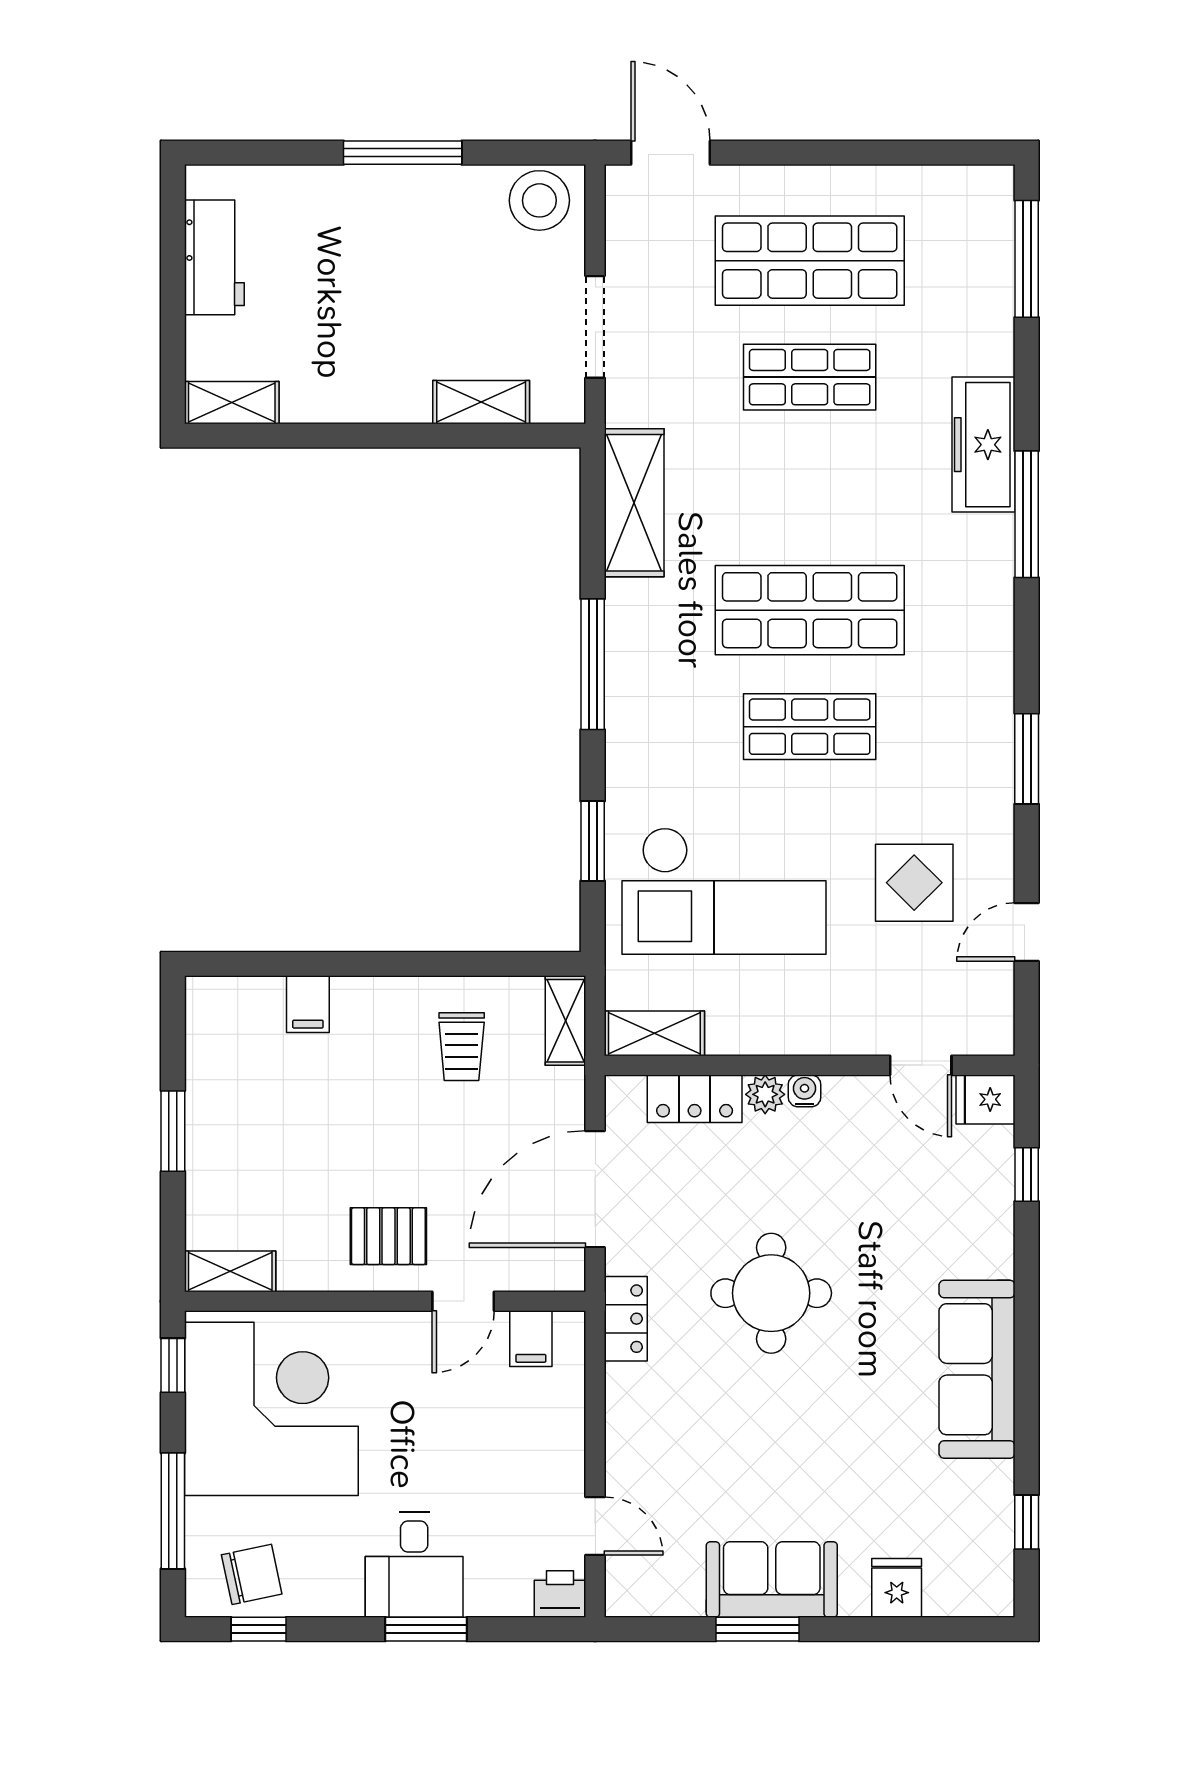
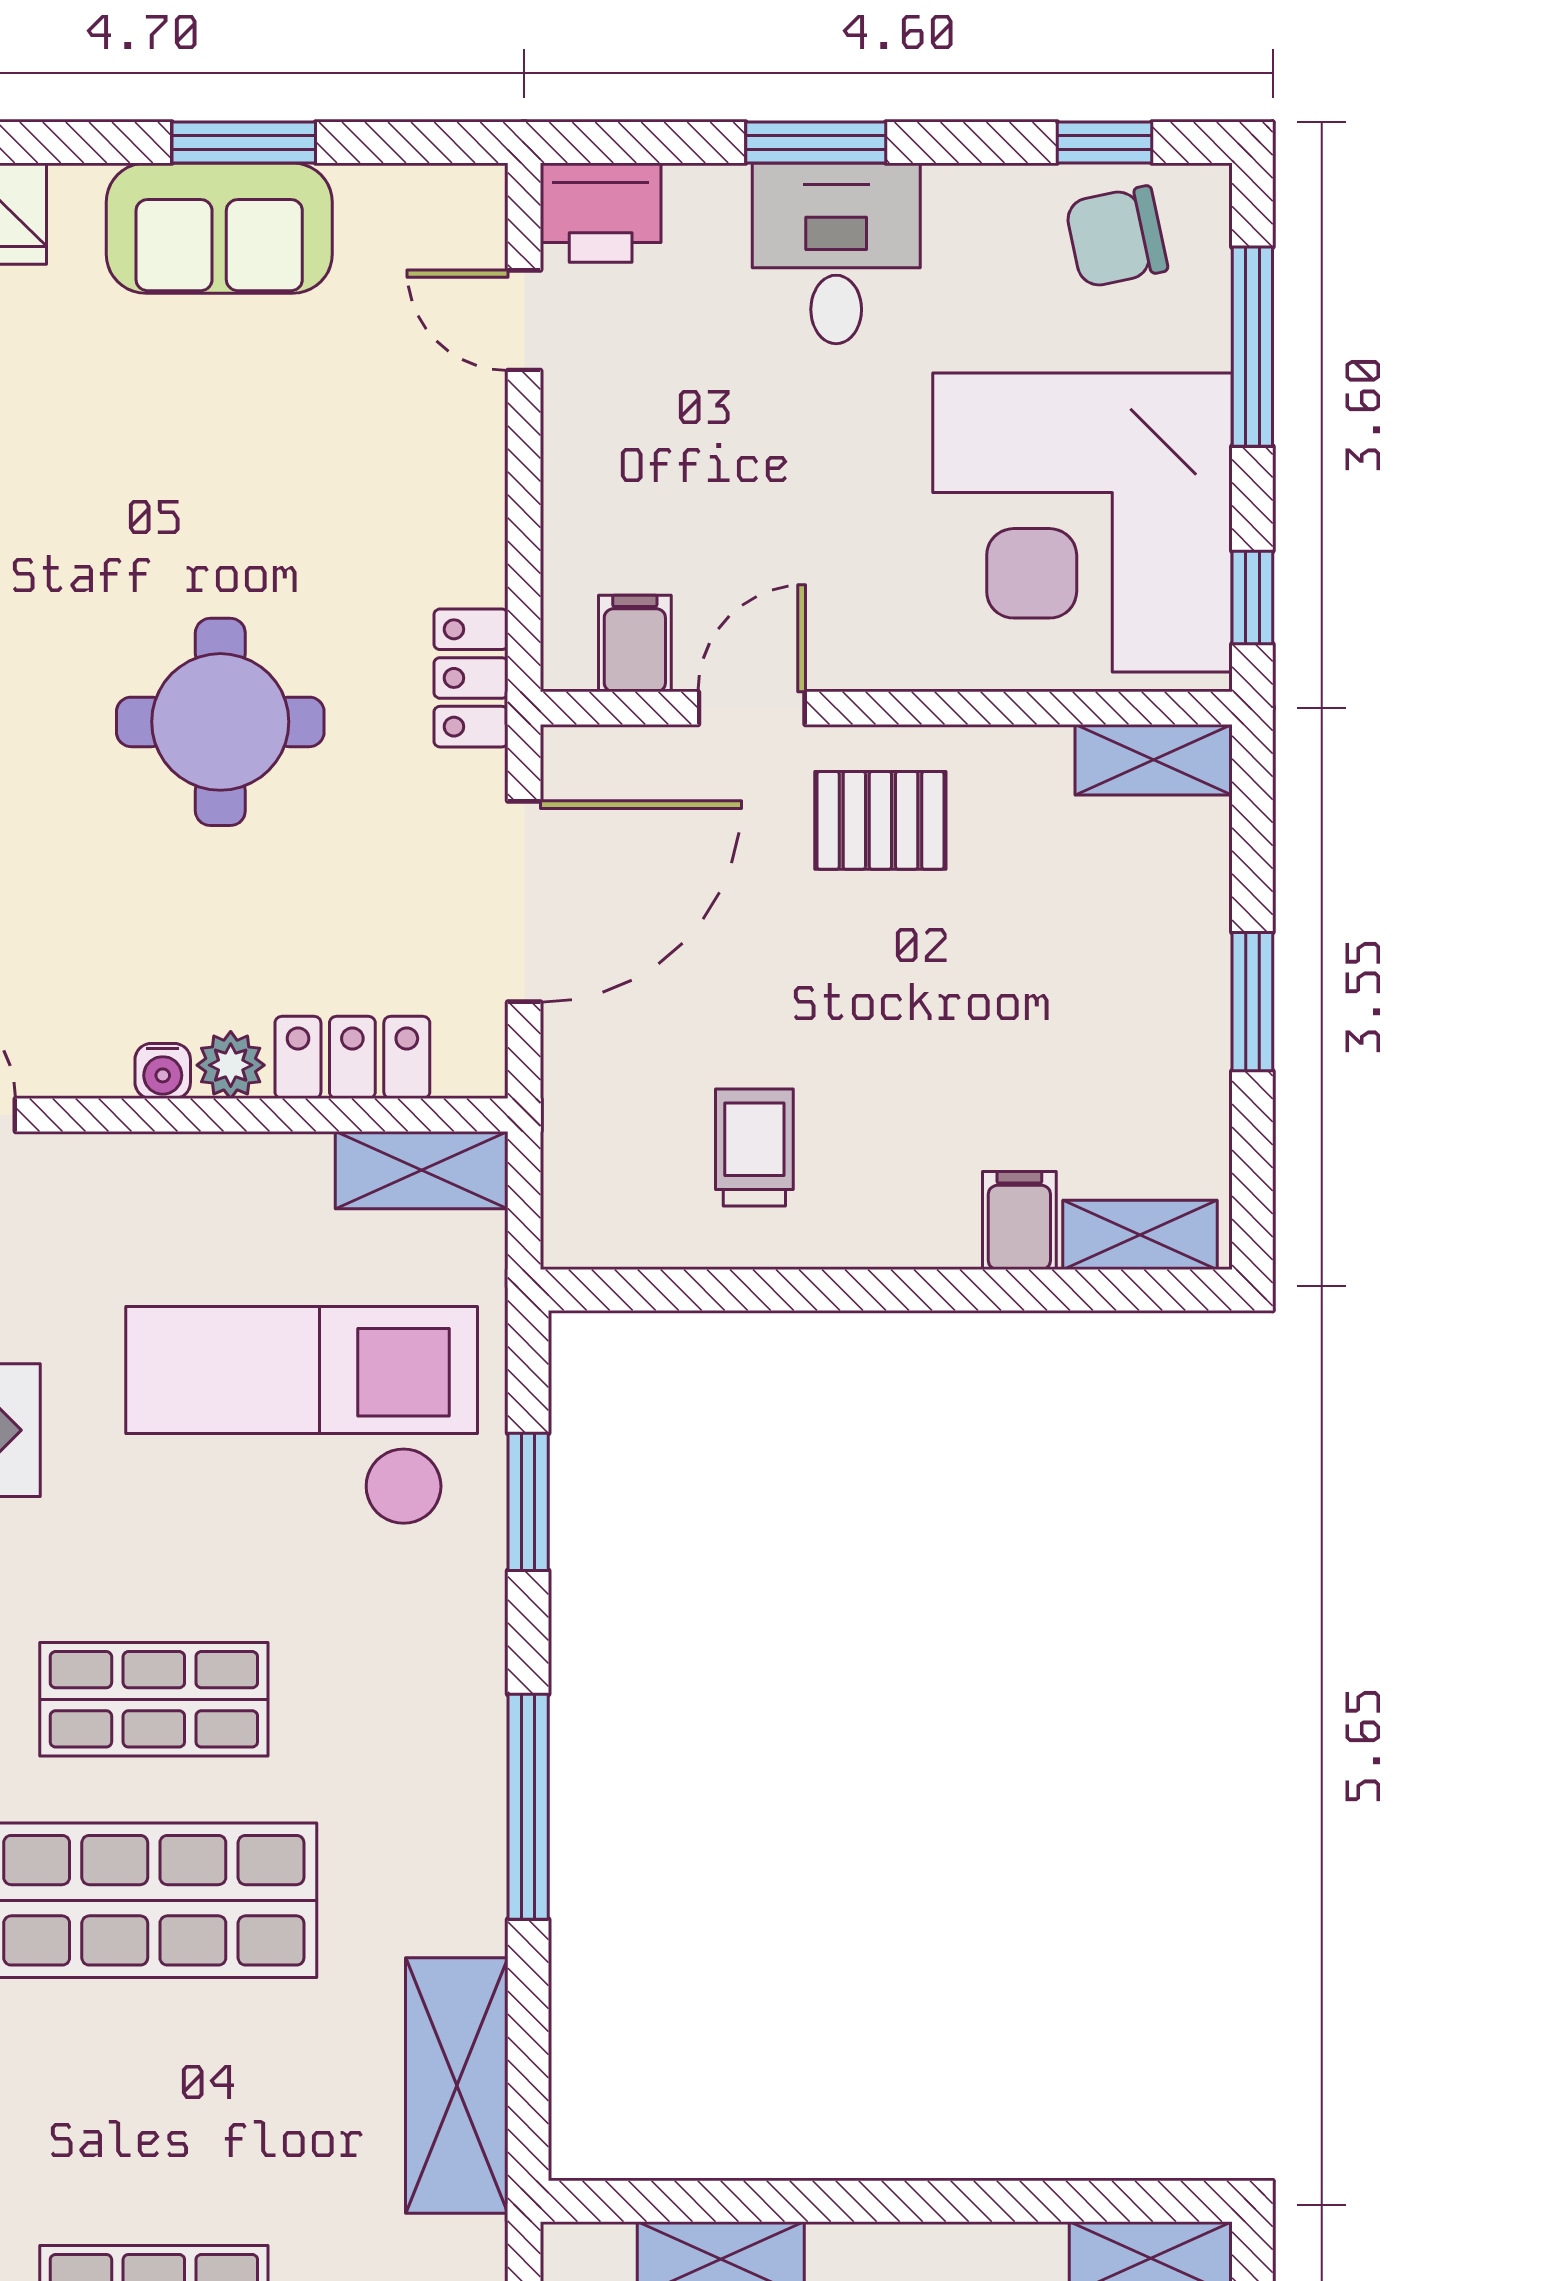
shelving: (565, 1021) -> (1140, 1235), moved, turned 90
printer: (560, 1594) -> (601, 213), width x1.36, depth x1.24

